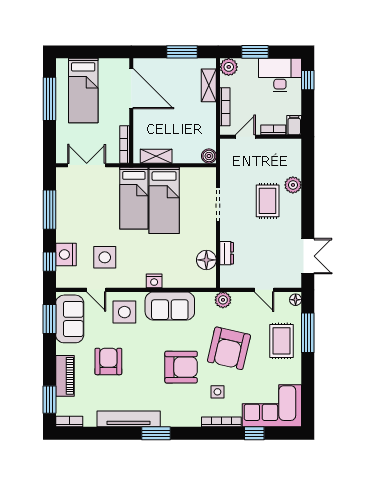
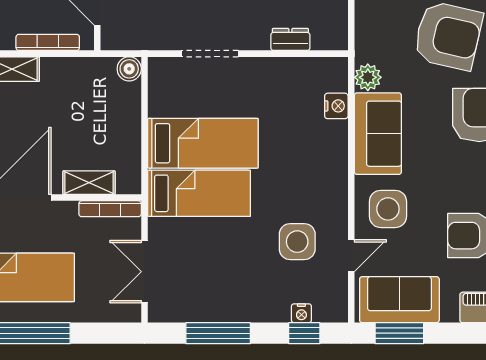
shelving: (156, 156) -> (89, 183), moved, turned 90
nightstand: (66, 255) -> (301, 313), width x0.53, depth x0.56
floor lamp: (206, 260) -> (302, 73), removed
nightstand: (154, 281) -> (336, 106), moved
plant: (223, 300) -> (368, 77), moved

